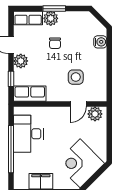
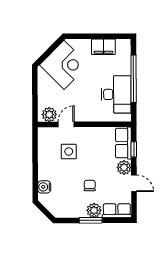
row of seats: (30, 94) -> (123, 143), moved, turned 90

